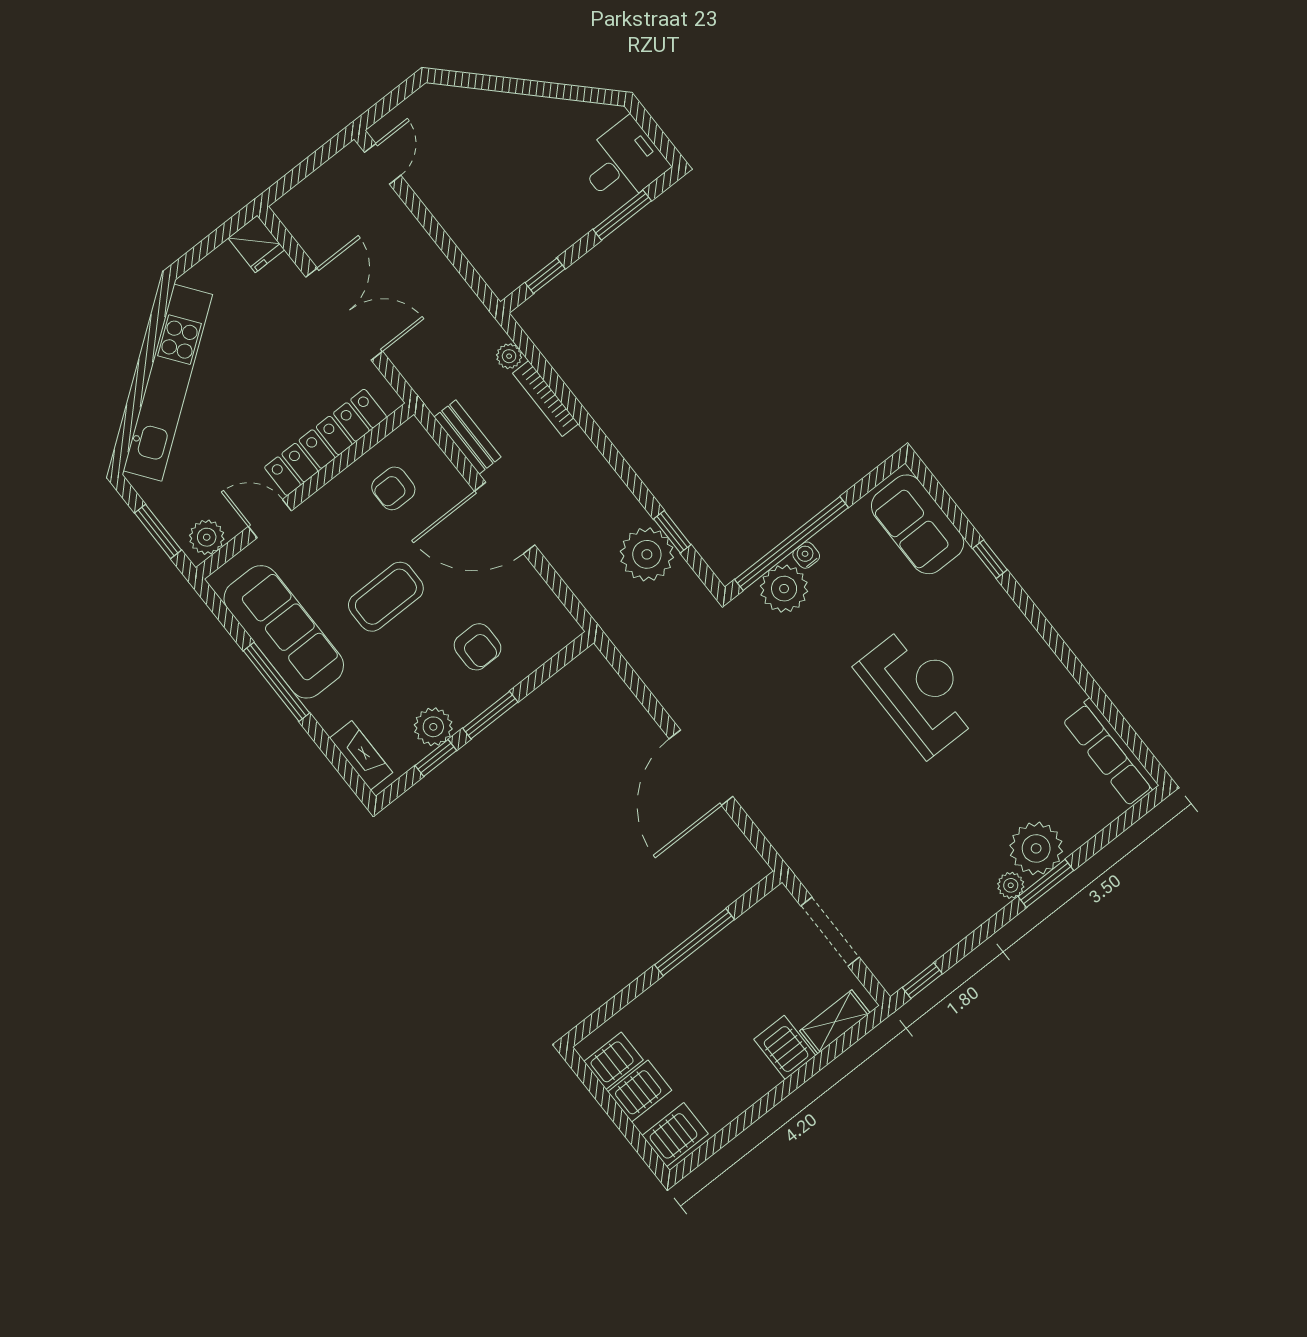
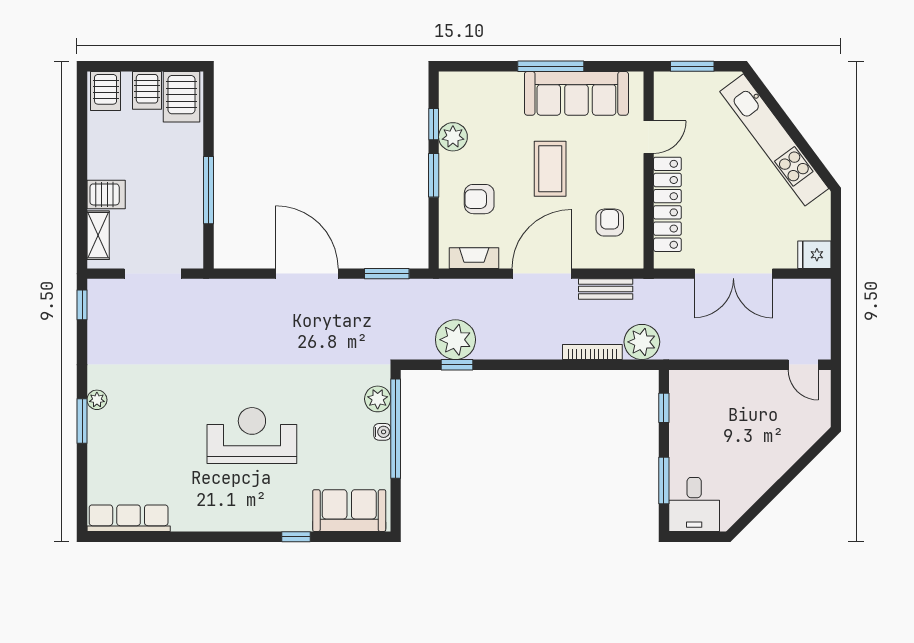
plant: (509, 356) -> (642, 342), width x1.88, depth x1.88
plant: (207, 537) -> (667, 92), removed
plant: (784, 589) -> (378, 399), width x0.73, depth x0.73
window: (634, 683) -> (387, 274), added
reception desk: (919, 691) -> (252, 436), turned 180
fireplace: (361, 755) -> (474, 258), moved, turned 180
plant: (1036, 848) -> (107, 431), removed
server rack: (614, 1061) -> (181, 97), width x1.36, depth x1.44

